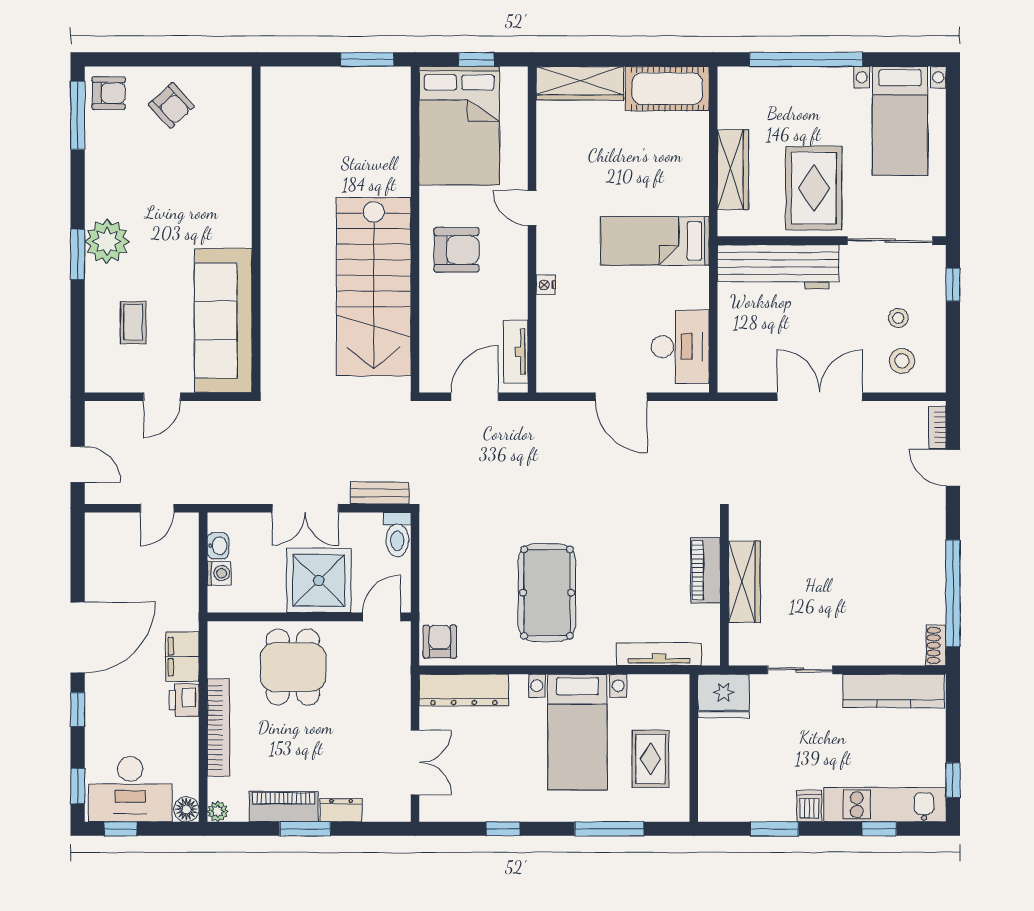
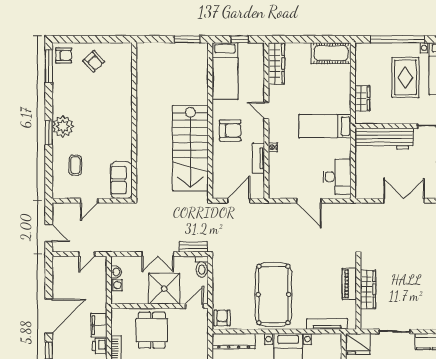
wardrobe: (580, 83) -> (276, 63), moved, turned -90
bed: (459, 126) -> (225, 71), width x0.67
wardrobe: (733, 170) -> (362, 98), width x0.67
rug: (814, 188) -> (405, 77), moved
sofa: (223, 320) -> (121, 180), width x0.54, depth x0.79
tv unit: (516, 352) -> (258, 158), moved
pool table: (547, 593) -> (273, 294), width x1.36, depth x1.32

